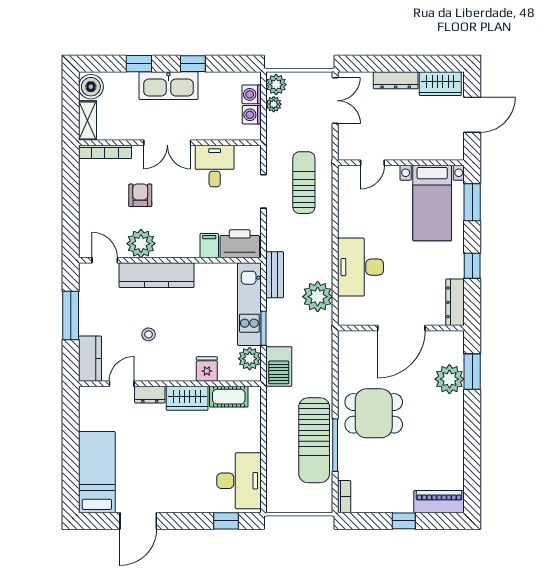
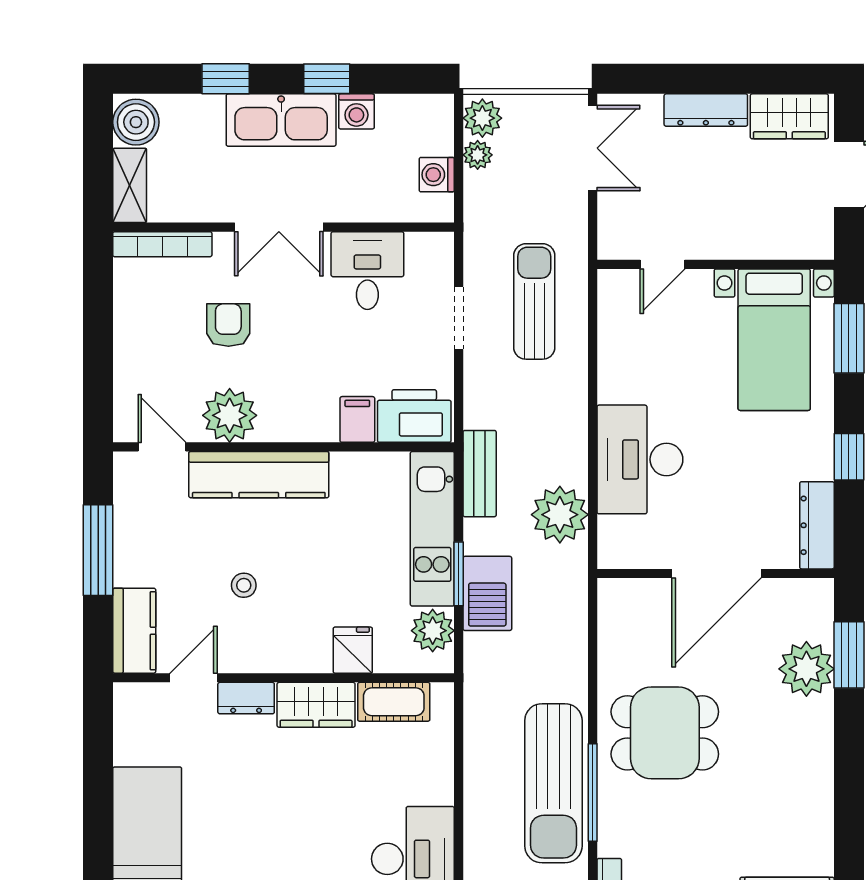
washing machine: (252, 94) -> (356, 111), moved, turned -90
barbecue: (279, 366) -> (487, 593), moved

